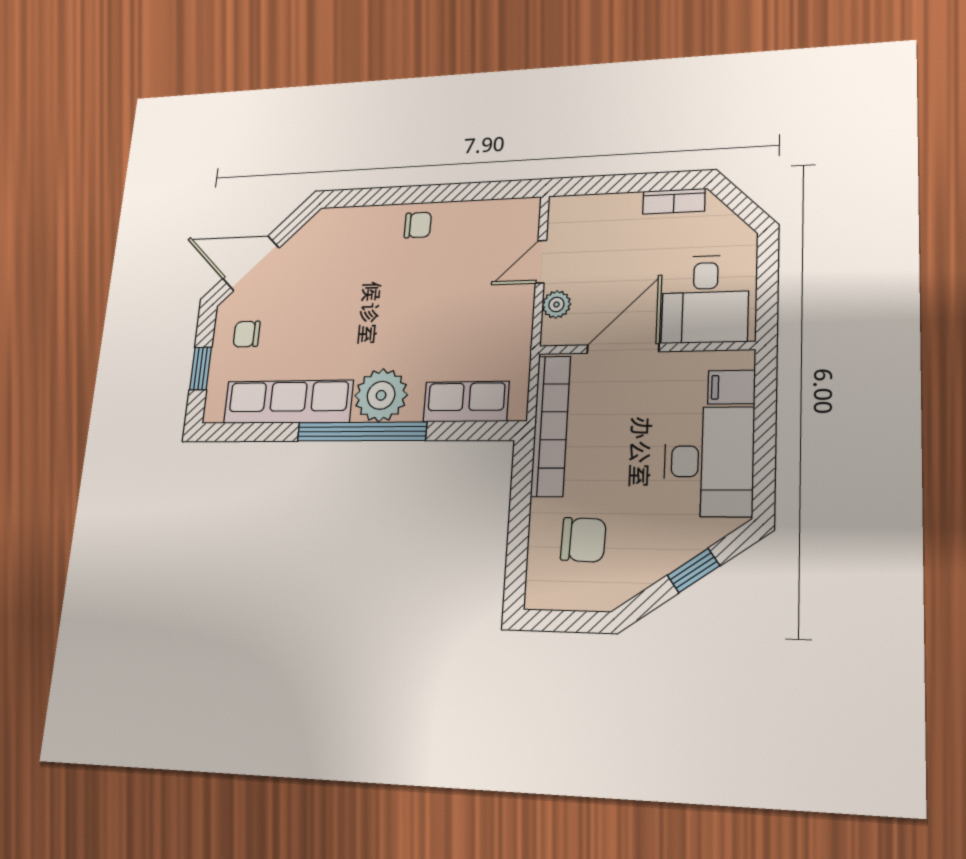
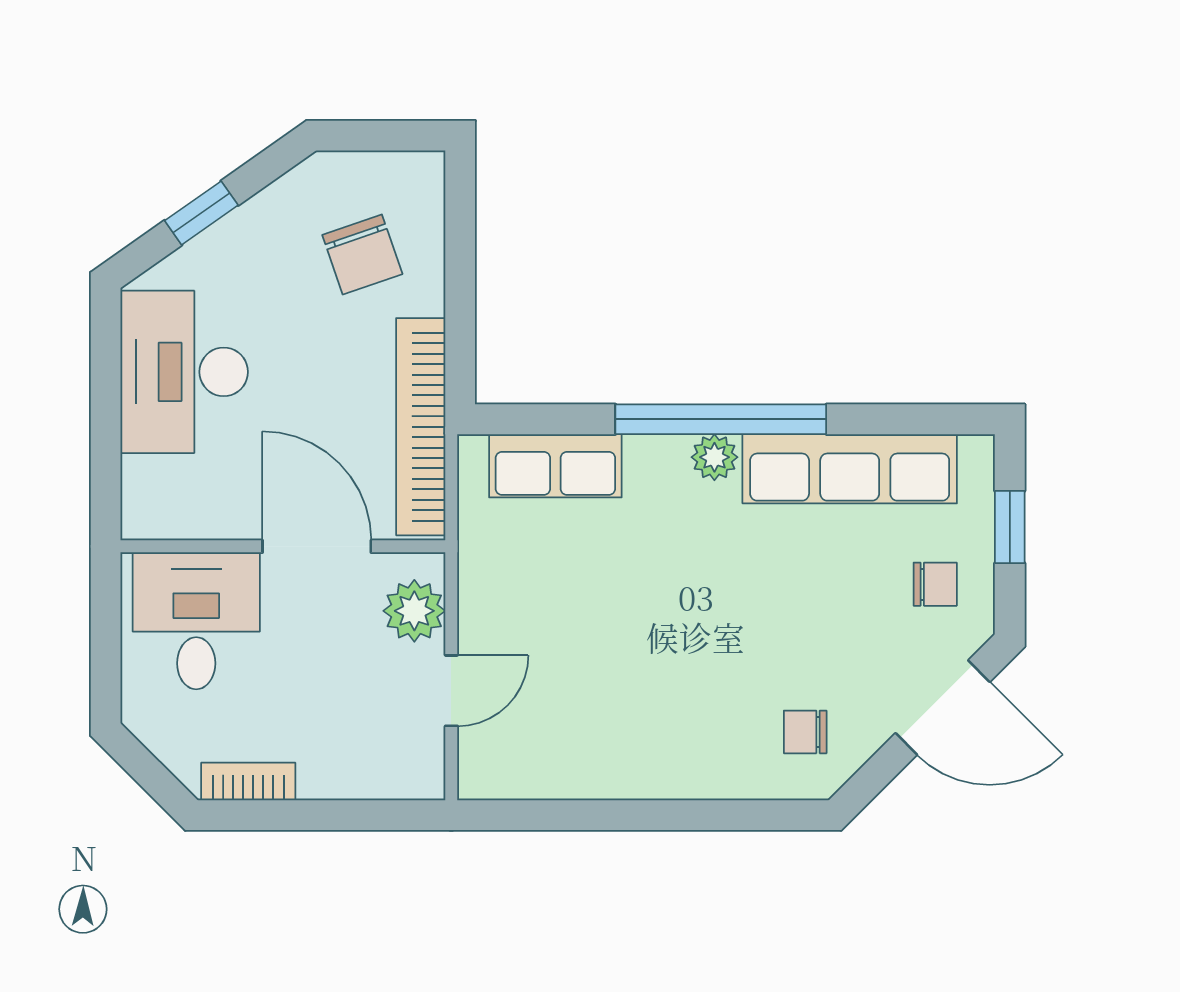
chair: (418, 225) -> (805, 732), moved
plant: (556, 304) -> (414, 611), width x1.38, depth x1.38
door: (623, 348) -> (317, 546), swing flipped
filing cabinet: (731, 387) -> (154, 483), removed
plant: (381, 395) -> (714, 457), width x0.53, depth x0.53
chair: (583, 540) -> (362, 255), turned -111

